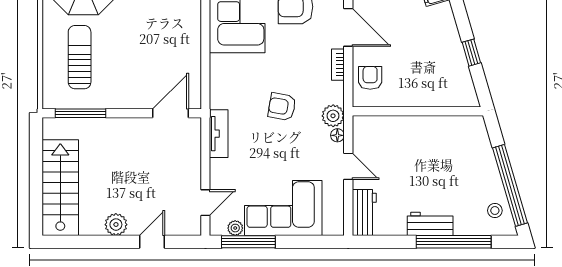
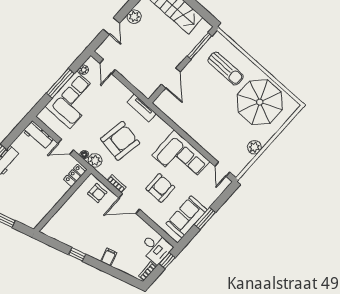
window: (471, 53) -> (77, 254), moved
armchair: (282, 107) -> (120, 141), width x1.88, depth x1.88
door: (170, 113) -> (171, 78), moved
locker: (373, 124) -> (75, 175), added
tv unit: (219, 134) -> (142, 108), moved
window: (248, 242) -> (60, 83), moved

